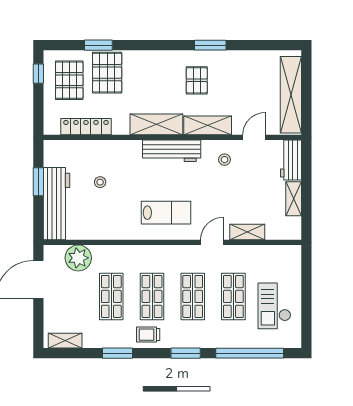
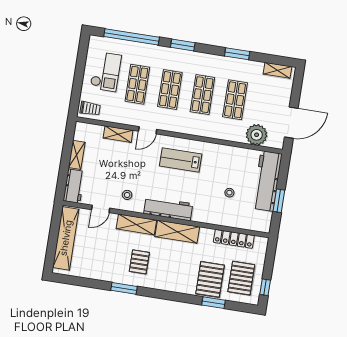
trolley: (148, 335) -> (90, 108), moved

